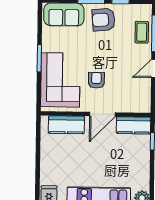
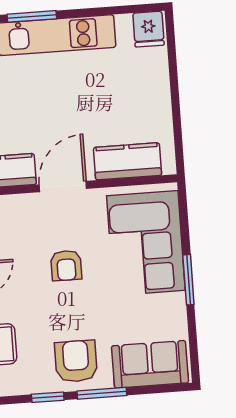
armchair: (104, 20) -> (76, 361), turned -85
armchair: (96, 80) -> (66, 266), moved

